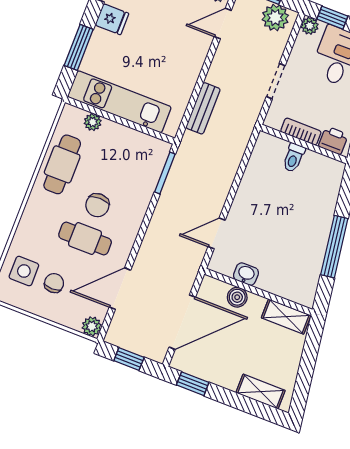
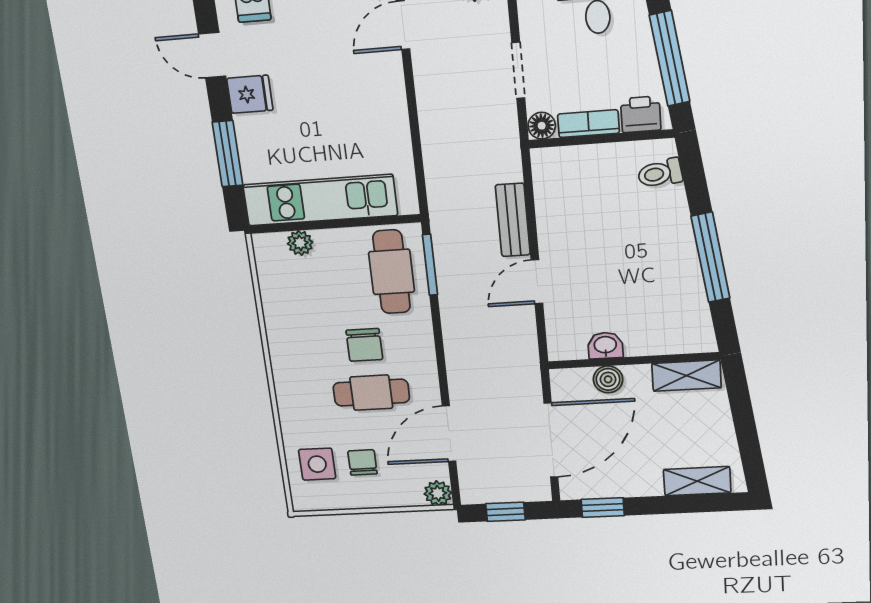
bench: (203, 108) -> (513, 220), moved
floor lamp: (273, 120) -> (542, 126), added
toilet: (294, 158) -> (660, 173), moved, turned 82
cafe table: (62, 164) -> (392, 272), moved
door: (217, 233) -> (537, 282), moved

